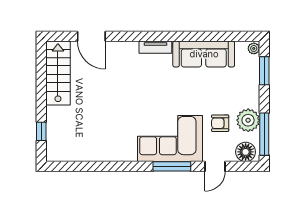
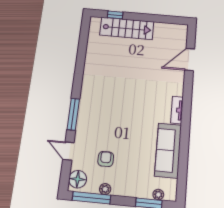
plant: (254, 48) -> (158, 195), moved
stairs: (58, 73) -> (127, 28), moved
plant: (248, 120) -> (105, 189), width x0.53, depth x0.53
corner sofa: (170, 139) -> (97, 115), removed

